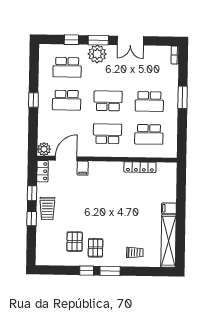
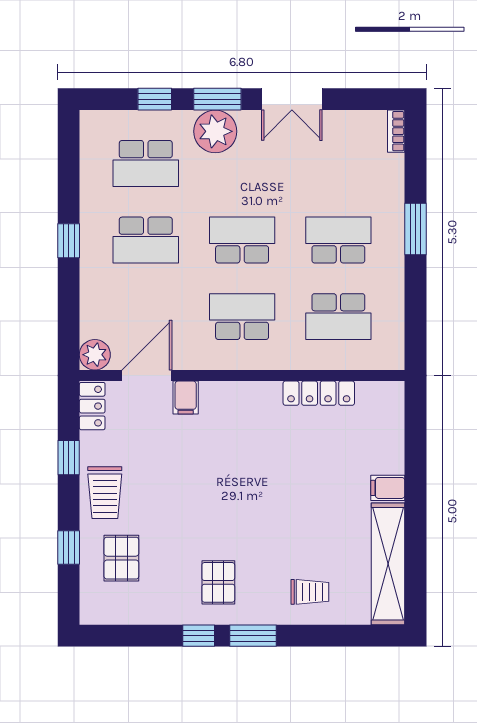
school desk: (149, 101) -> (338, 240), turned 180
window: (32, 219) -> (69, 548), moved
pallet: (75, 242) -> (121, 558), moved

